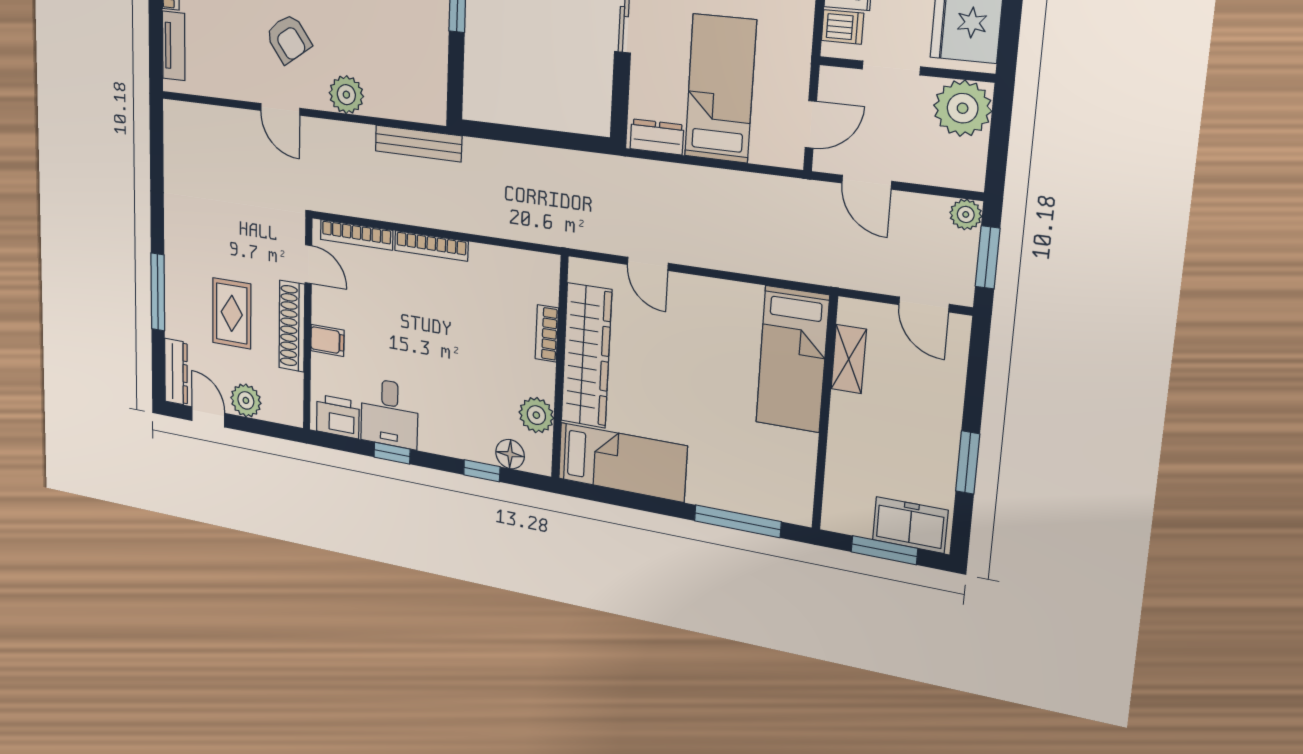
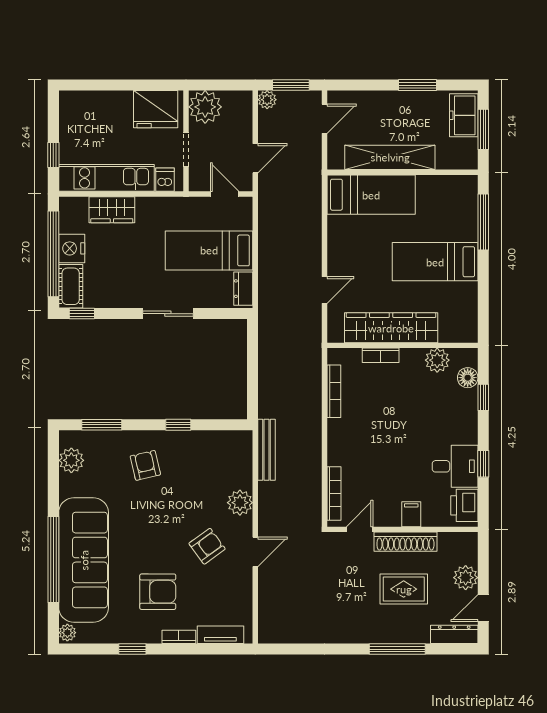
bookcase: (431, 246) -> (334, 391), moved
shelving: (849, 359) -> (390, 157), width x2.20, depth x1.33
bed: (622, 462) -> (435, 262), moved, turned -90

